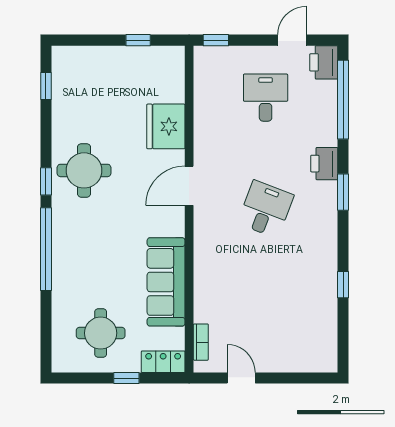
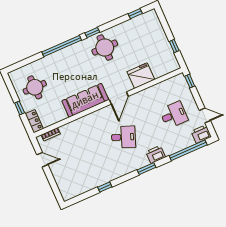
door: (189, 186) -> (119, 98), swing flipped
sofa: (166, 282) -> (85, 100), moved
door: (241, 378) -> (42, 160), hinge flipped

